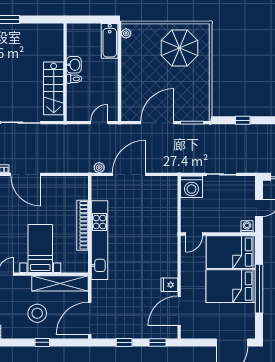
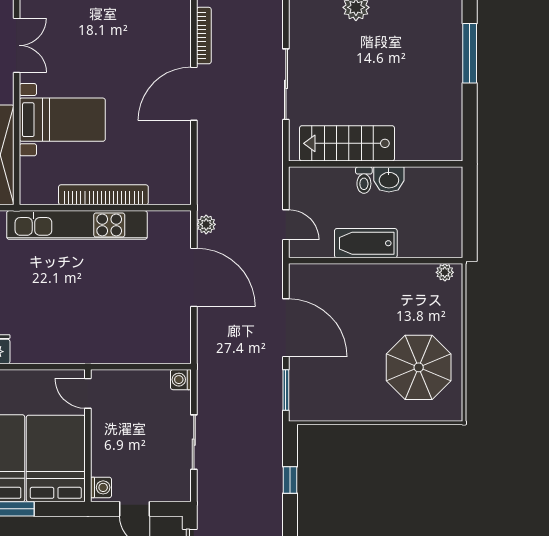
bathtub: (110, 41) -> (366, 243), moved
washing machine: (191, 187) -> (181, 380), width x0.53, depth x0.53

